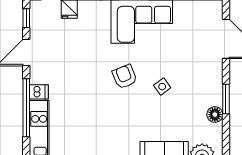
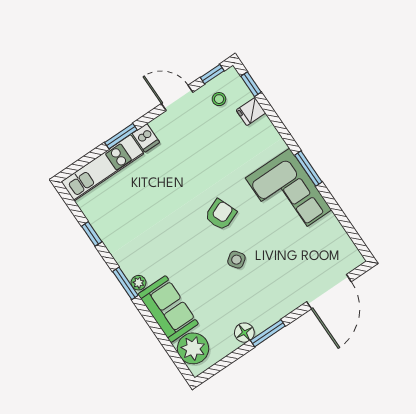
stool: (46, 25) -> (219, 99), added
window: (26, 108) -> (121, 136), width x0.47

